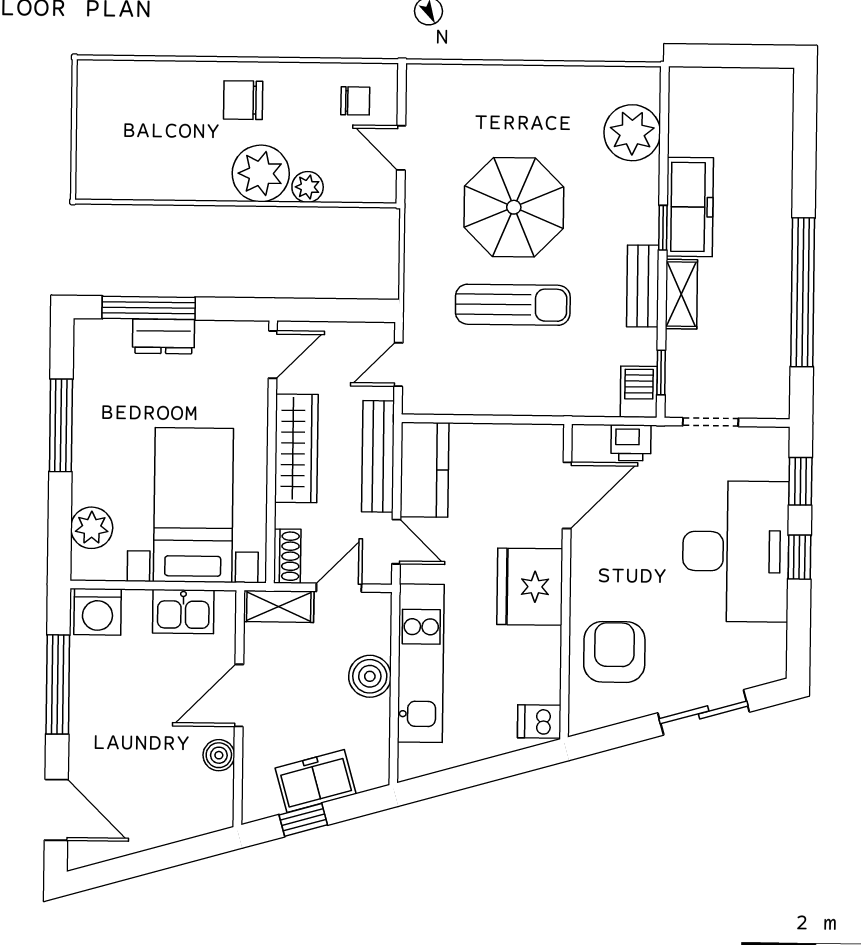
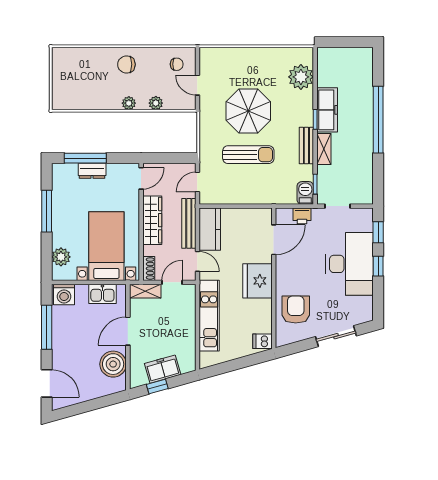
plant: (261, 173) -> (129, 103), width x0.53, depth x0.53
window: (803, 292) -> (378, 120), moved
boiler: (370, 676) -> (186, 322), removed
boiler: (219, 755) -> (113, 364), width x1.86, depth x1.86

